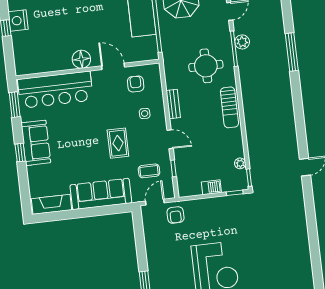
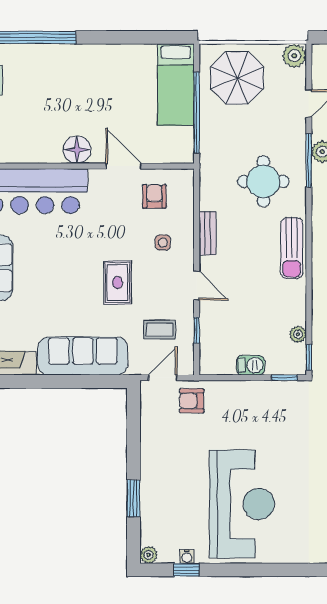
armchair: (175, 215) -> (192, 401), turned 90

